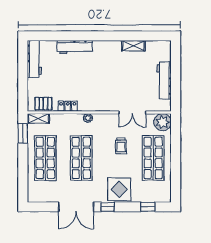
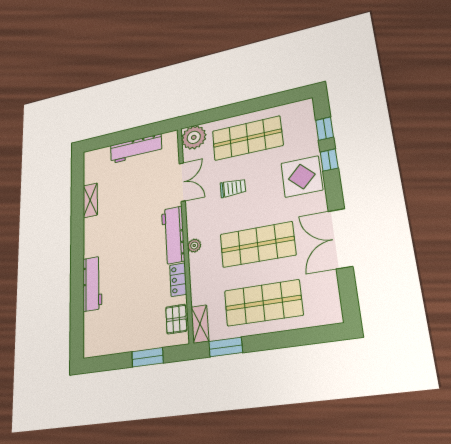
workbench: (34, 59) -> (173, 235), moved, turned -90
window: (23, 84) -> (147, 357), added
double door: (76, 207) -> (340, 238), swing flipped
window: (108, 207) -> (329, 160), moved

